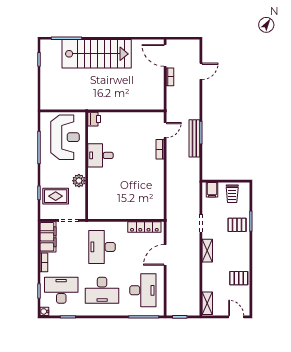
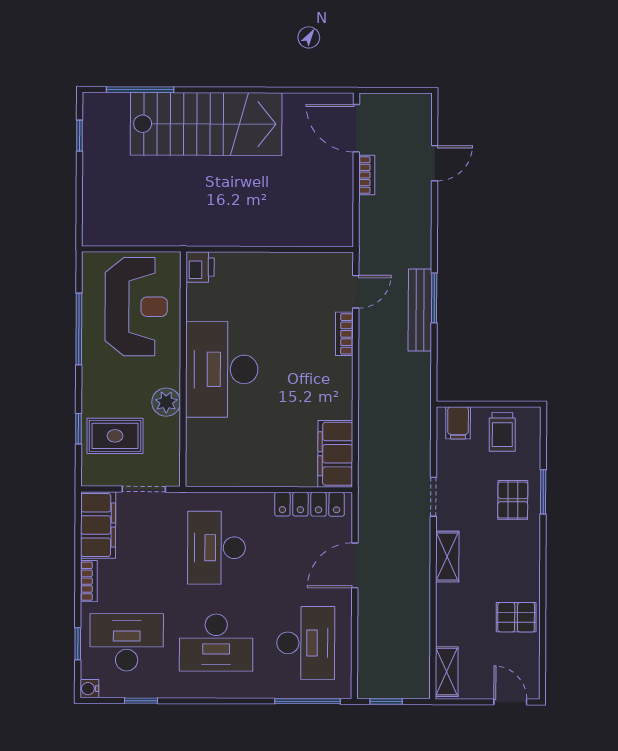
desk: (100, 155) -> (222, 369), width x1.87, depth x1.30
filing cabinet: (156, 204) -> (335, 454), added
pallet: (237, 225) -> (513, 500), turned 90

